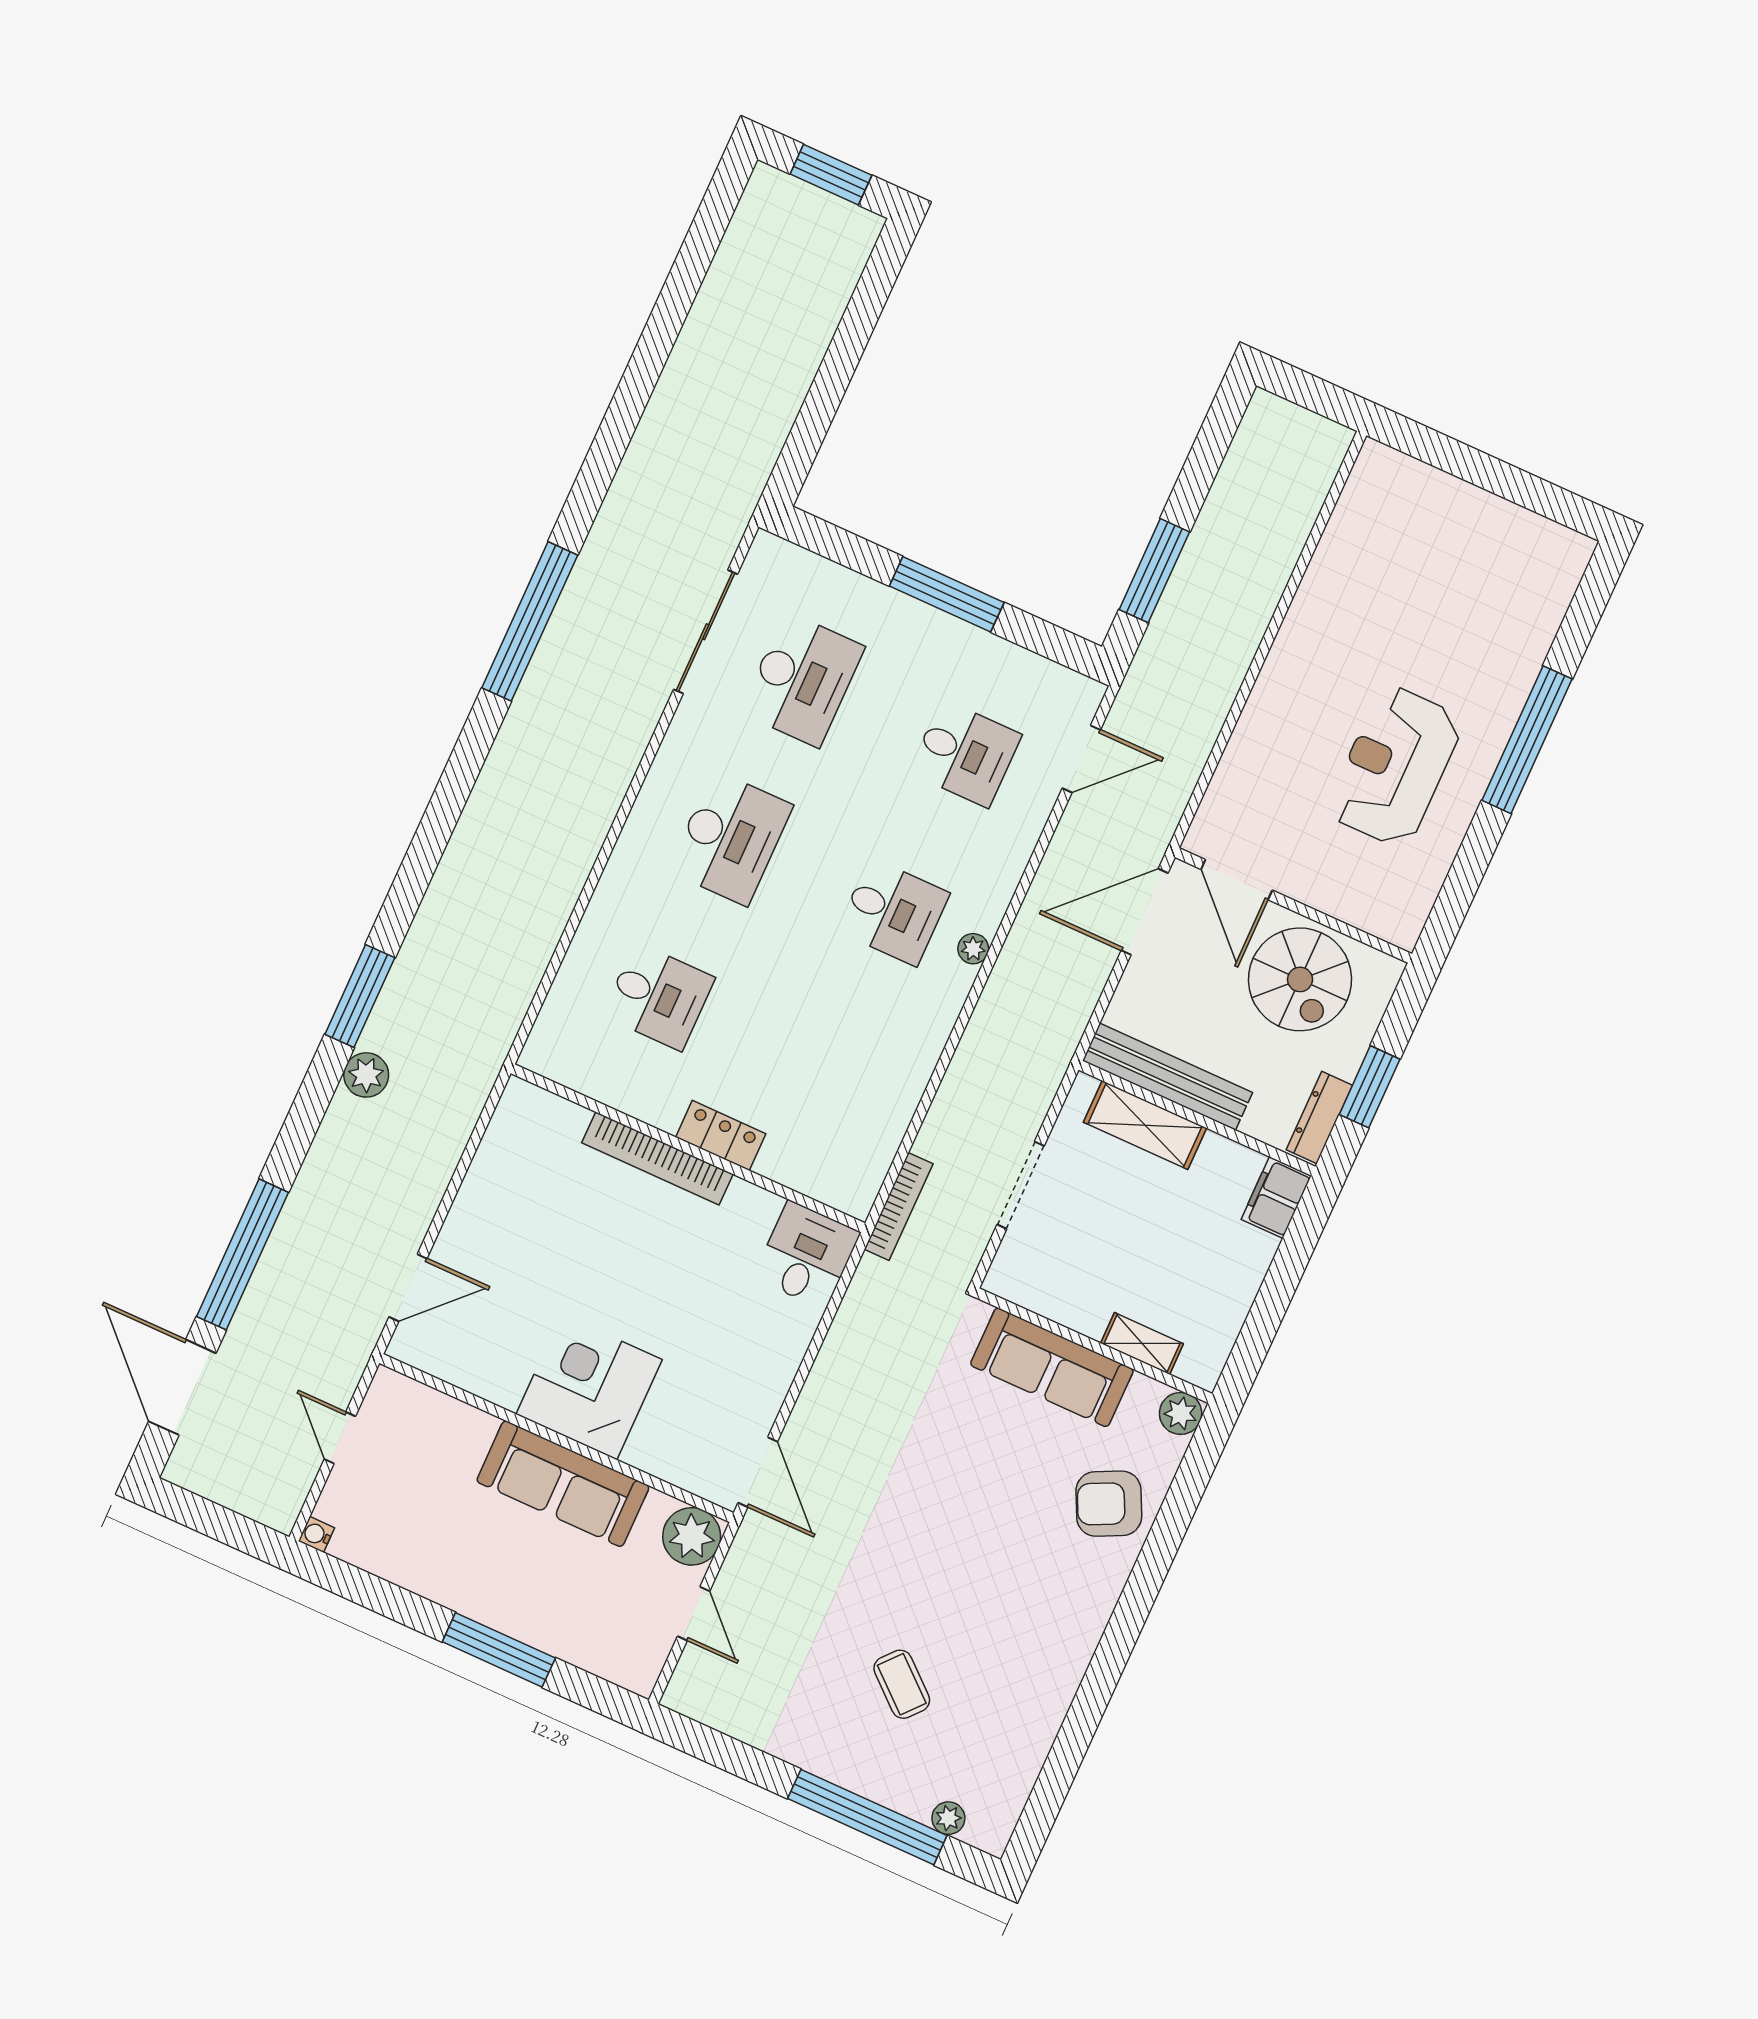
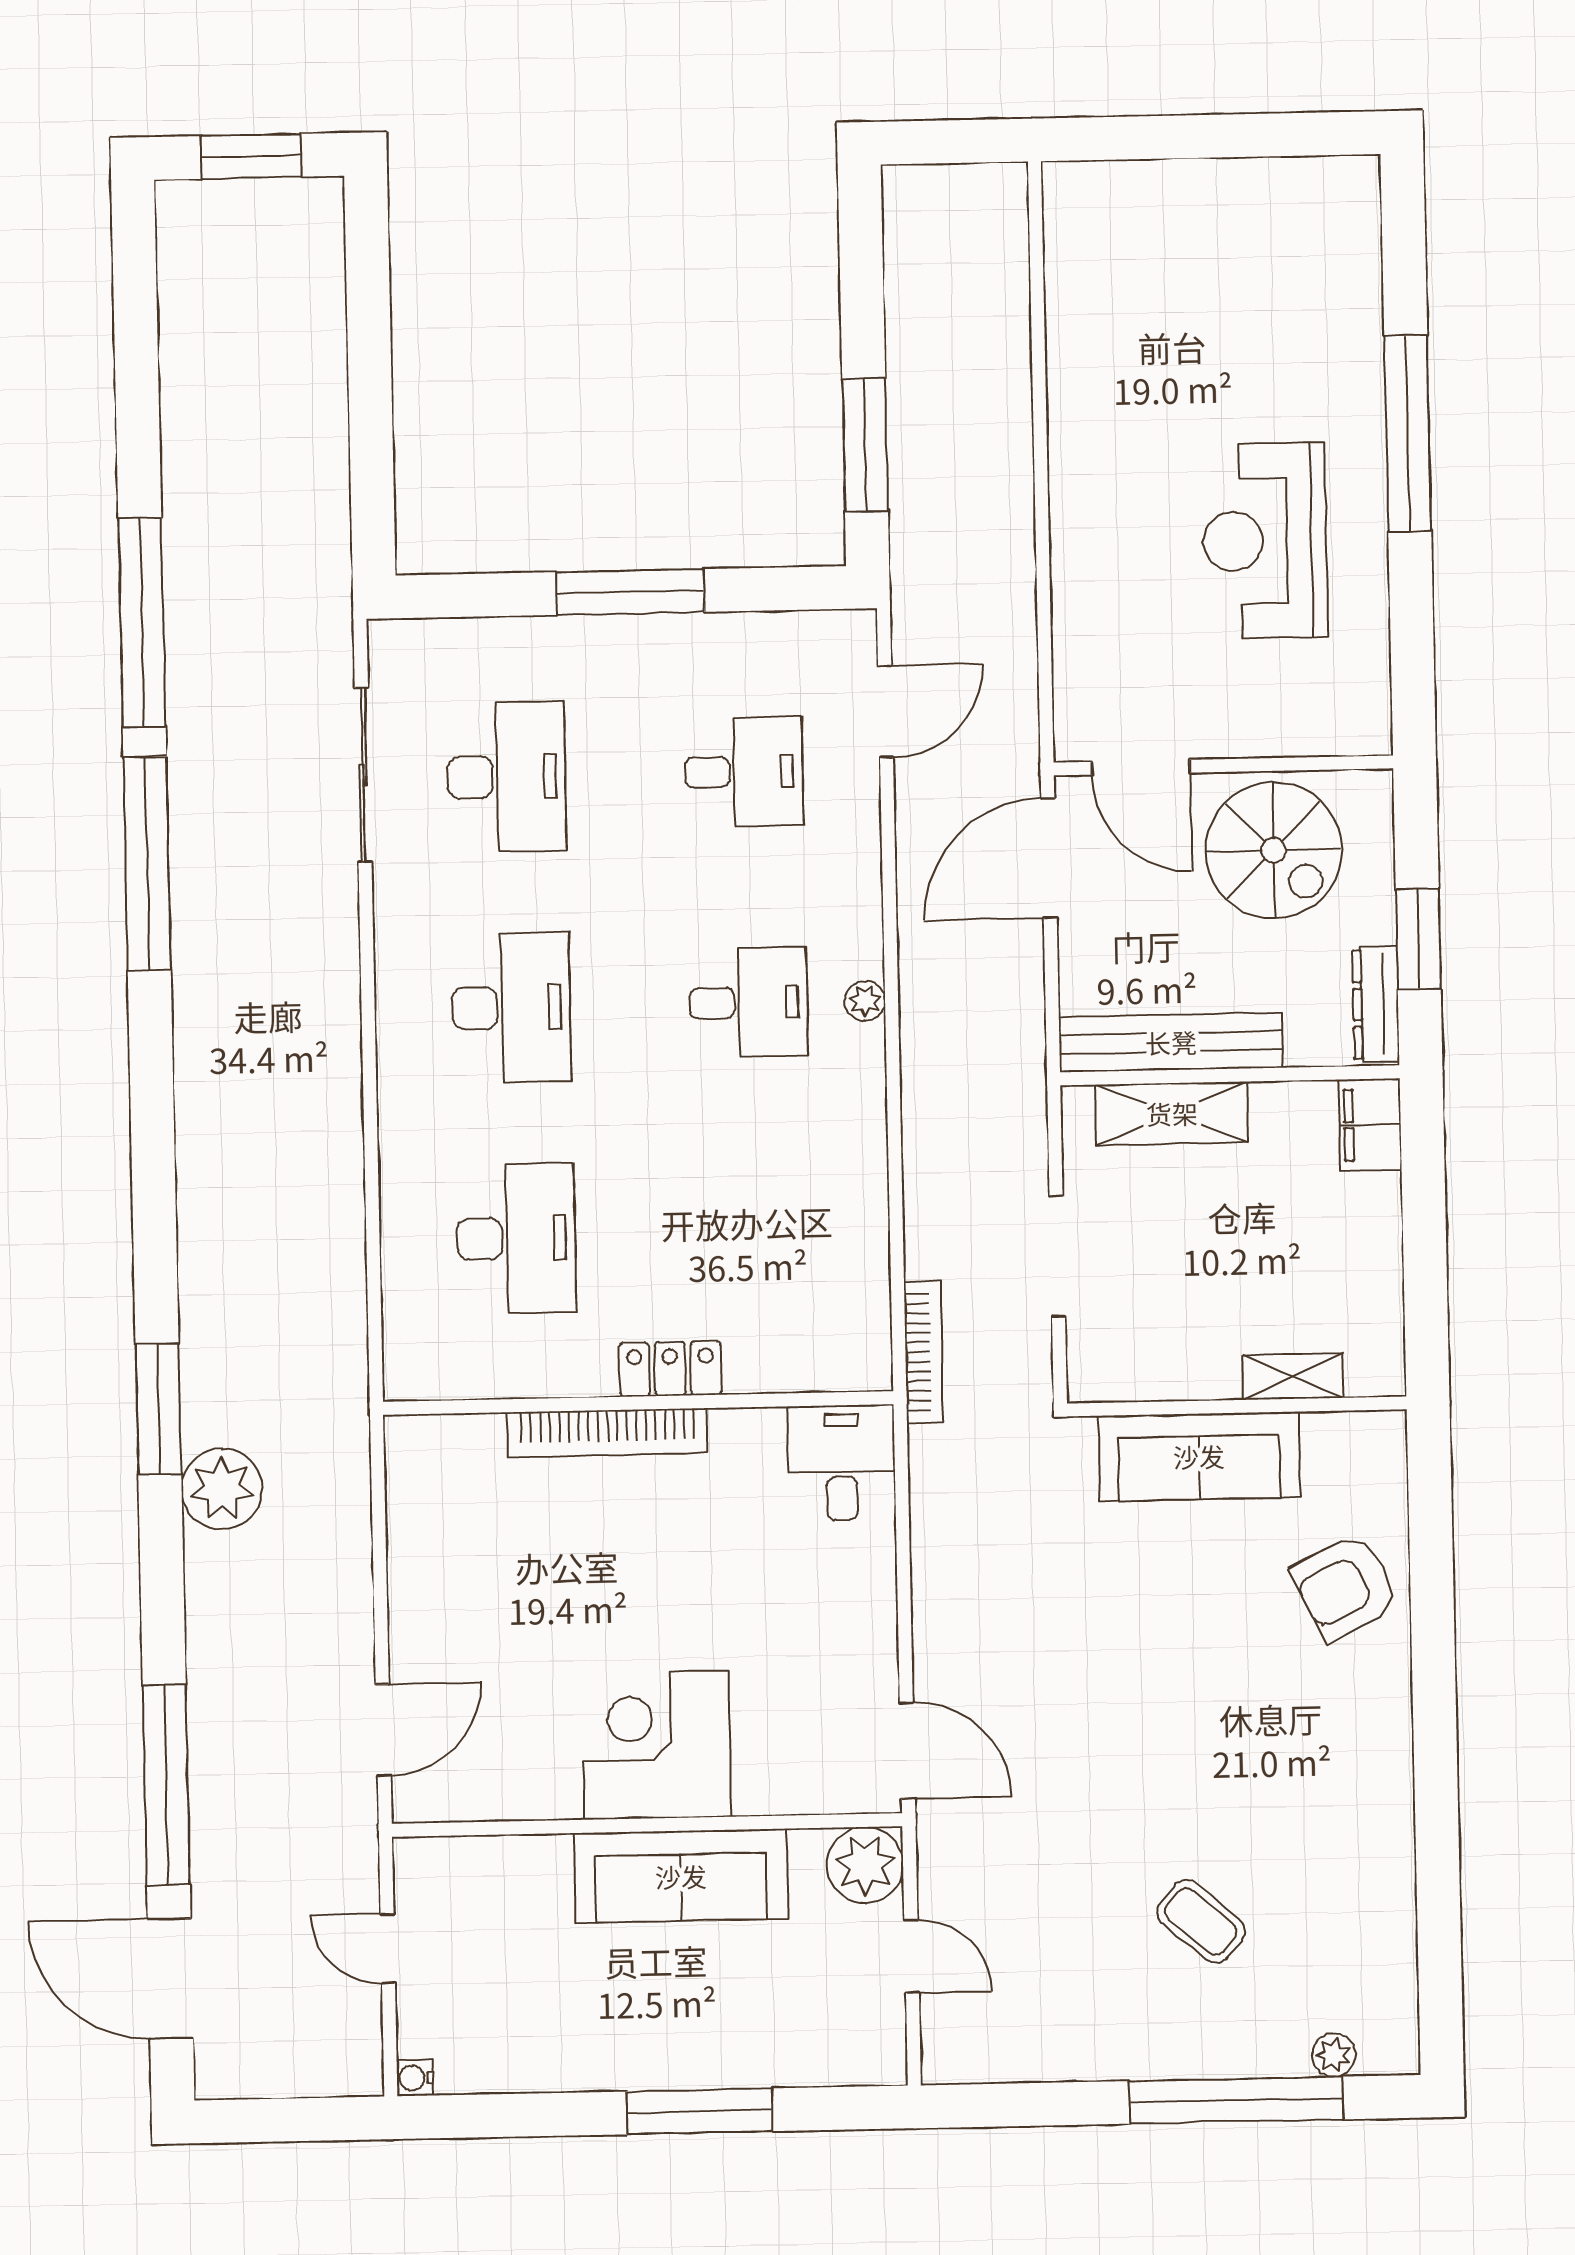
window: (605, 456) -> (142, 622), added
desk: (659, 997) -> (516, 1238), width x1.37
plant: (366, 1075) -> (222, 1489), width x1.36, depth x1.36
plant: (1181, 1413) -> (1379, 1438), removed

